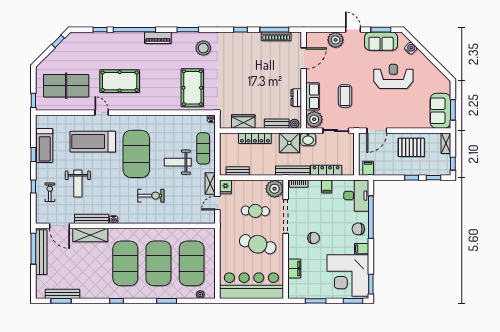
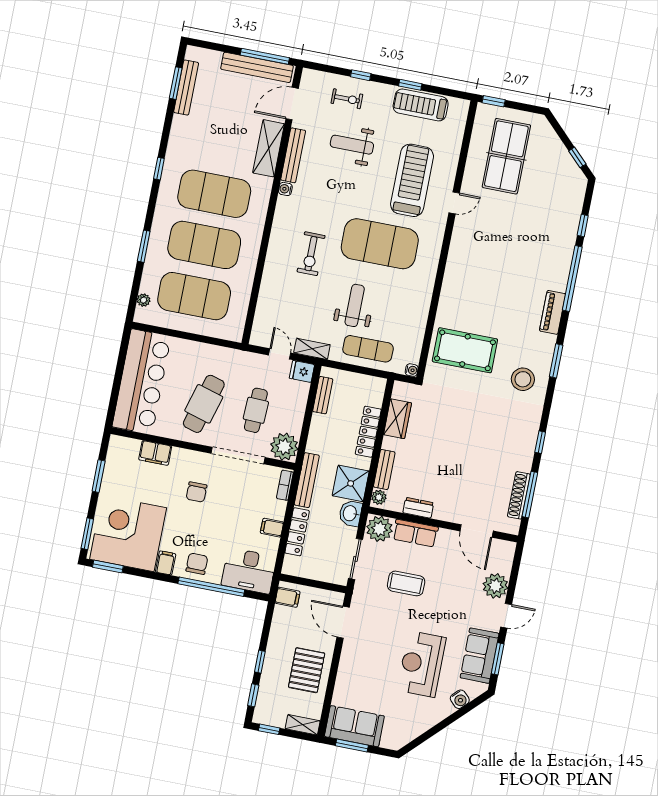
reception desk: (393, 76) -> (422, 664), turned 180
pool table: (120, 81) -> (497, 240), removed

